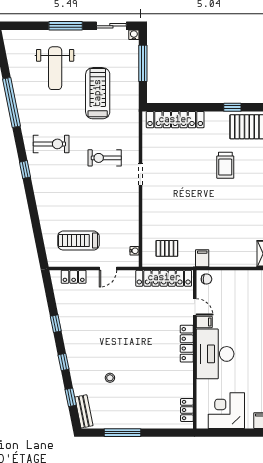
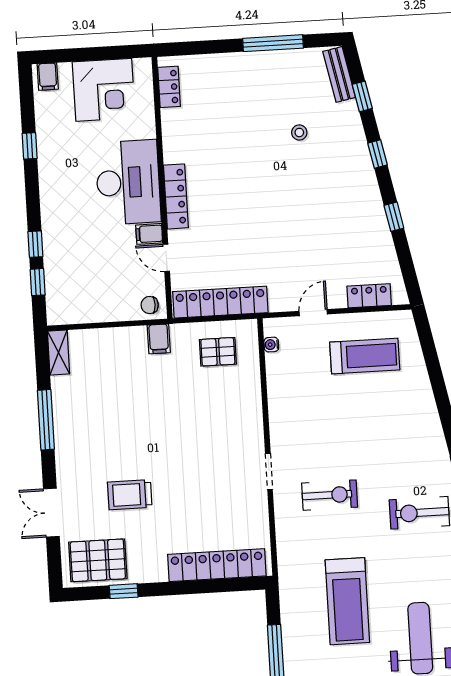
trolley: (225, 165) -> (130, 495), turned -90

